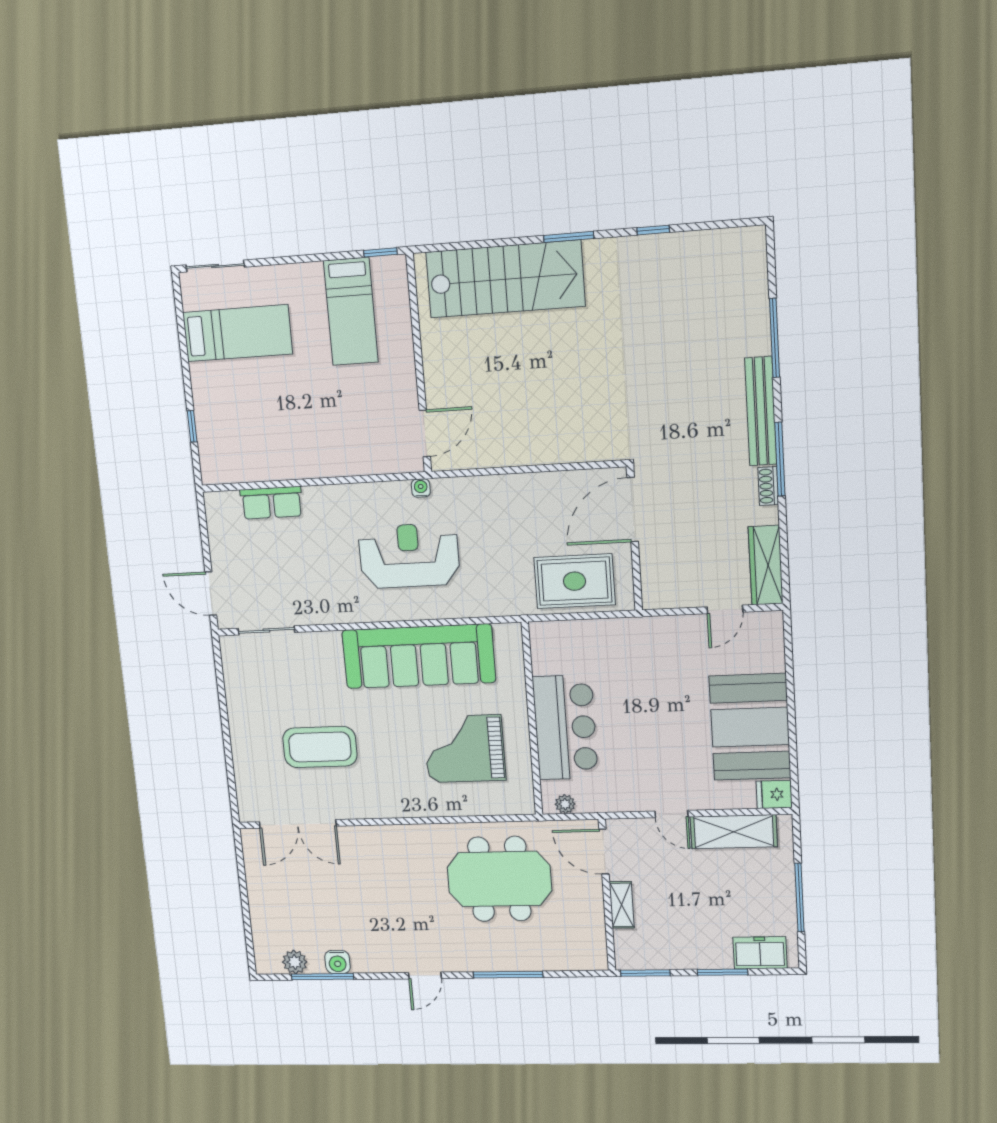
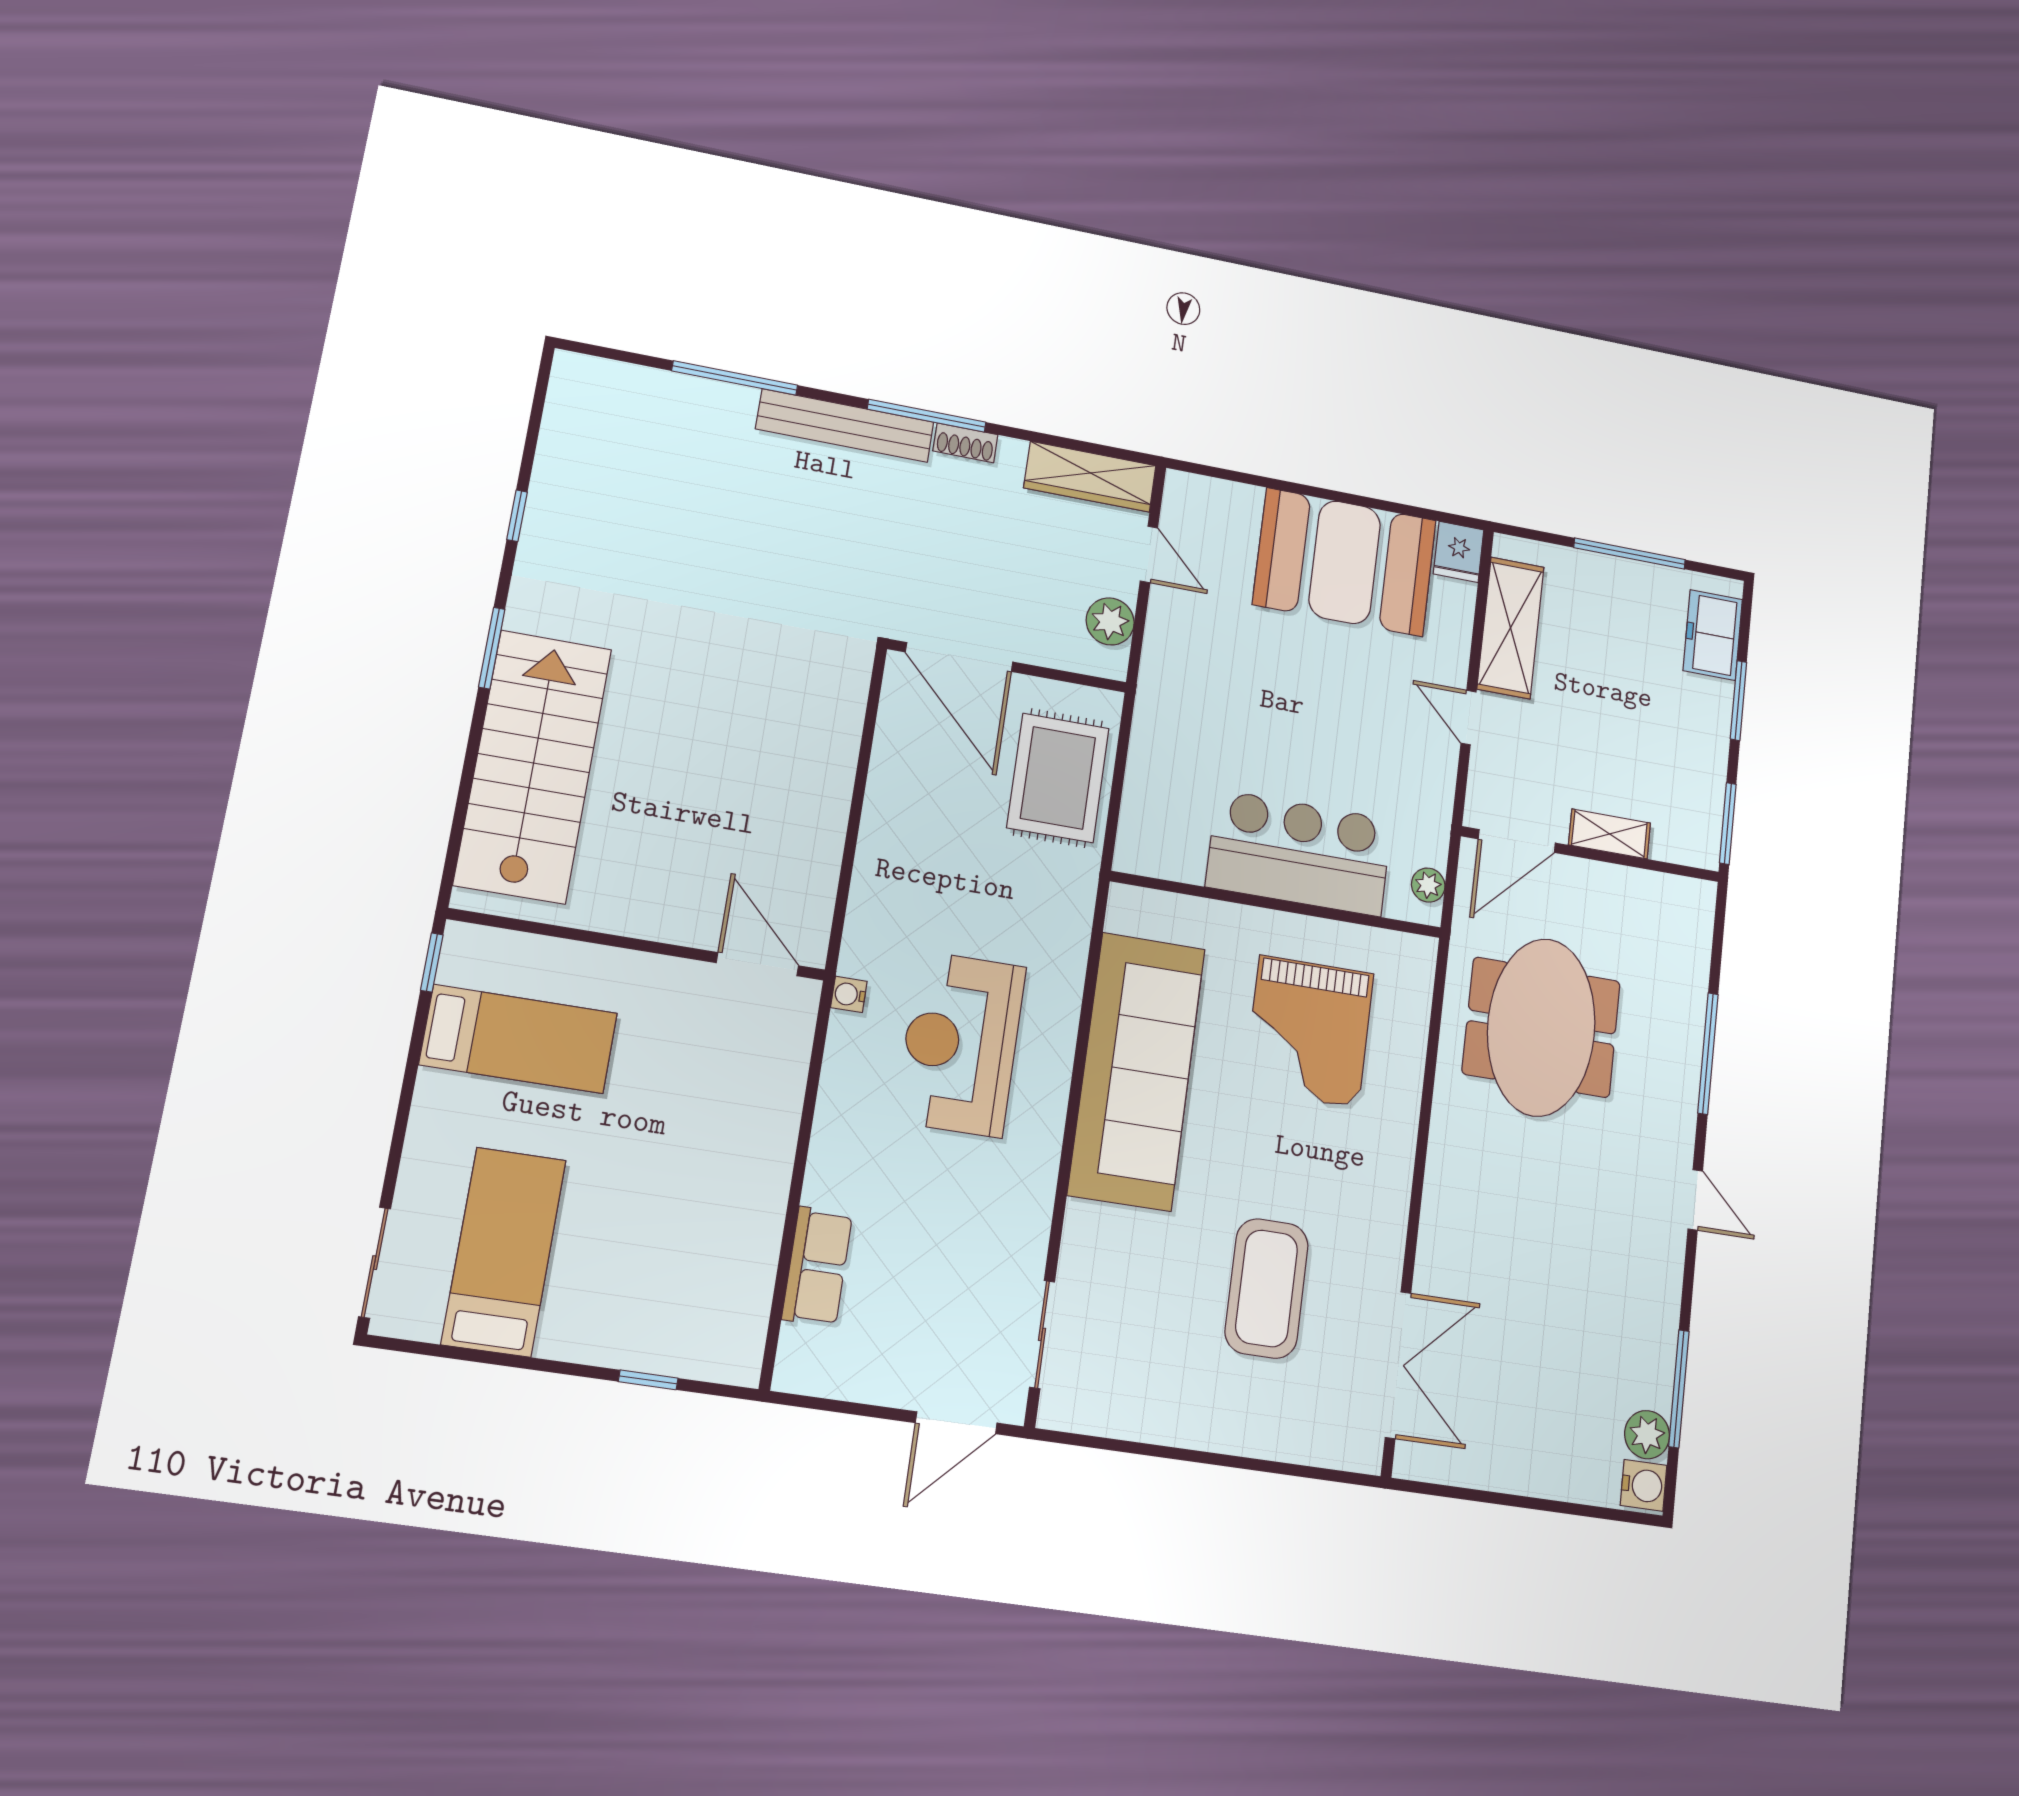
plant: (677, 594) -> (1110, 621), added
door: (671, 814) -> (1469, 718), swing flipped
water cooler: (337, 962) -> (1644, 1485), moved

